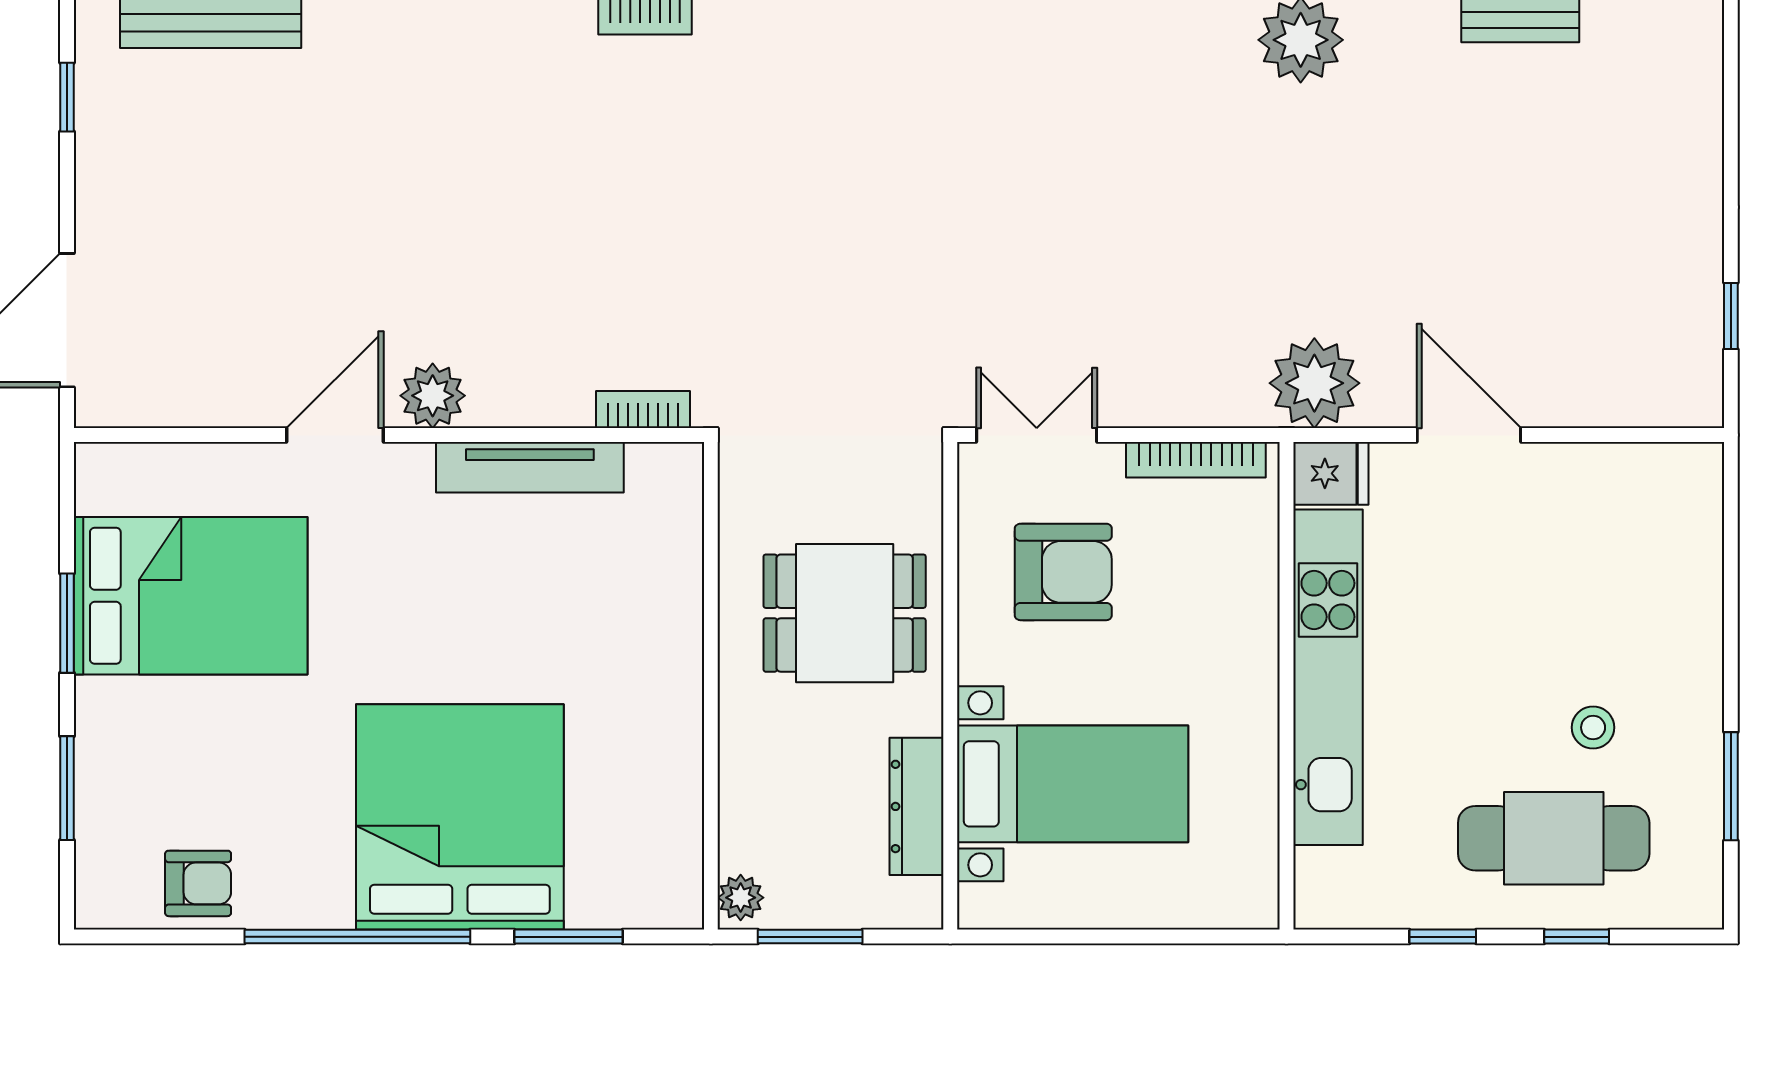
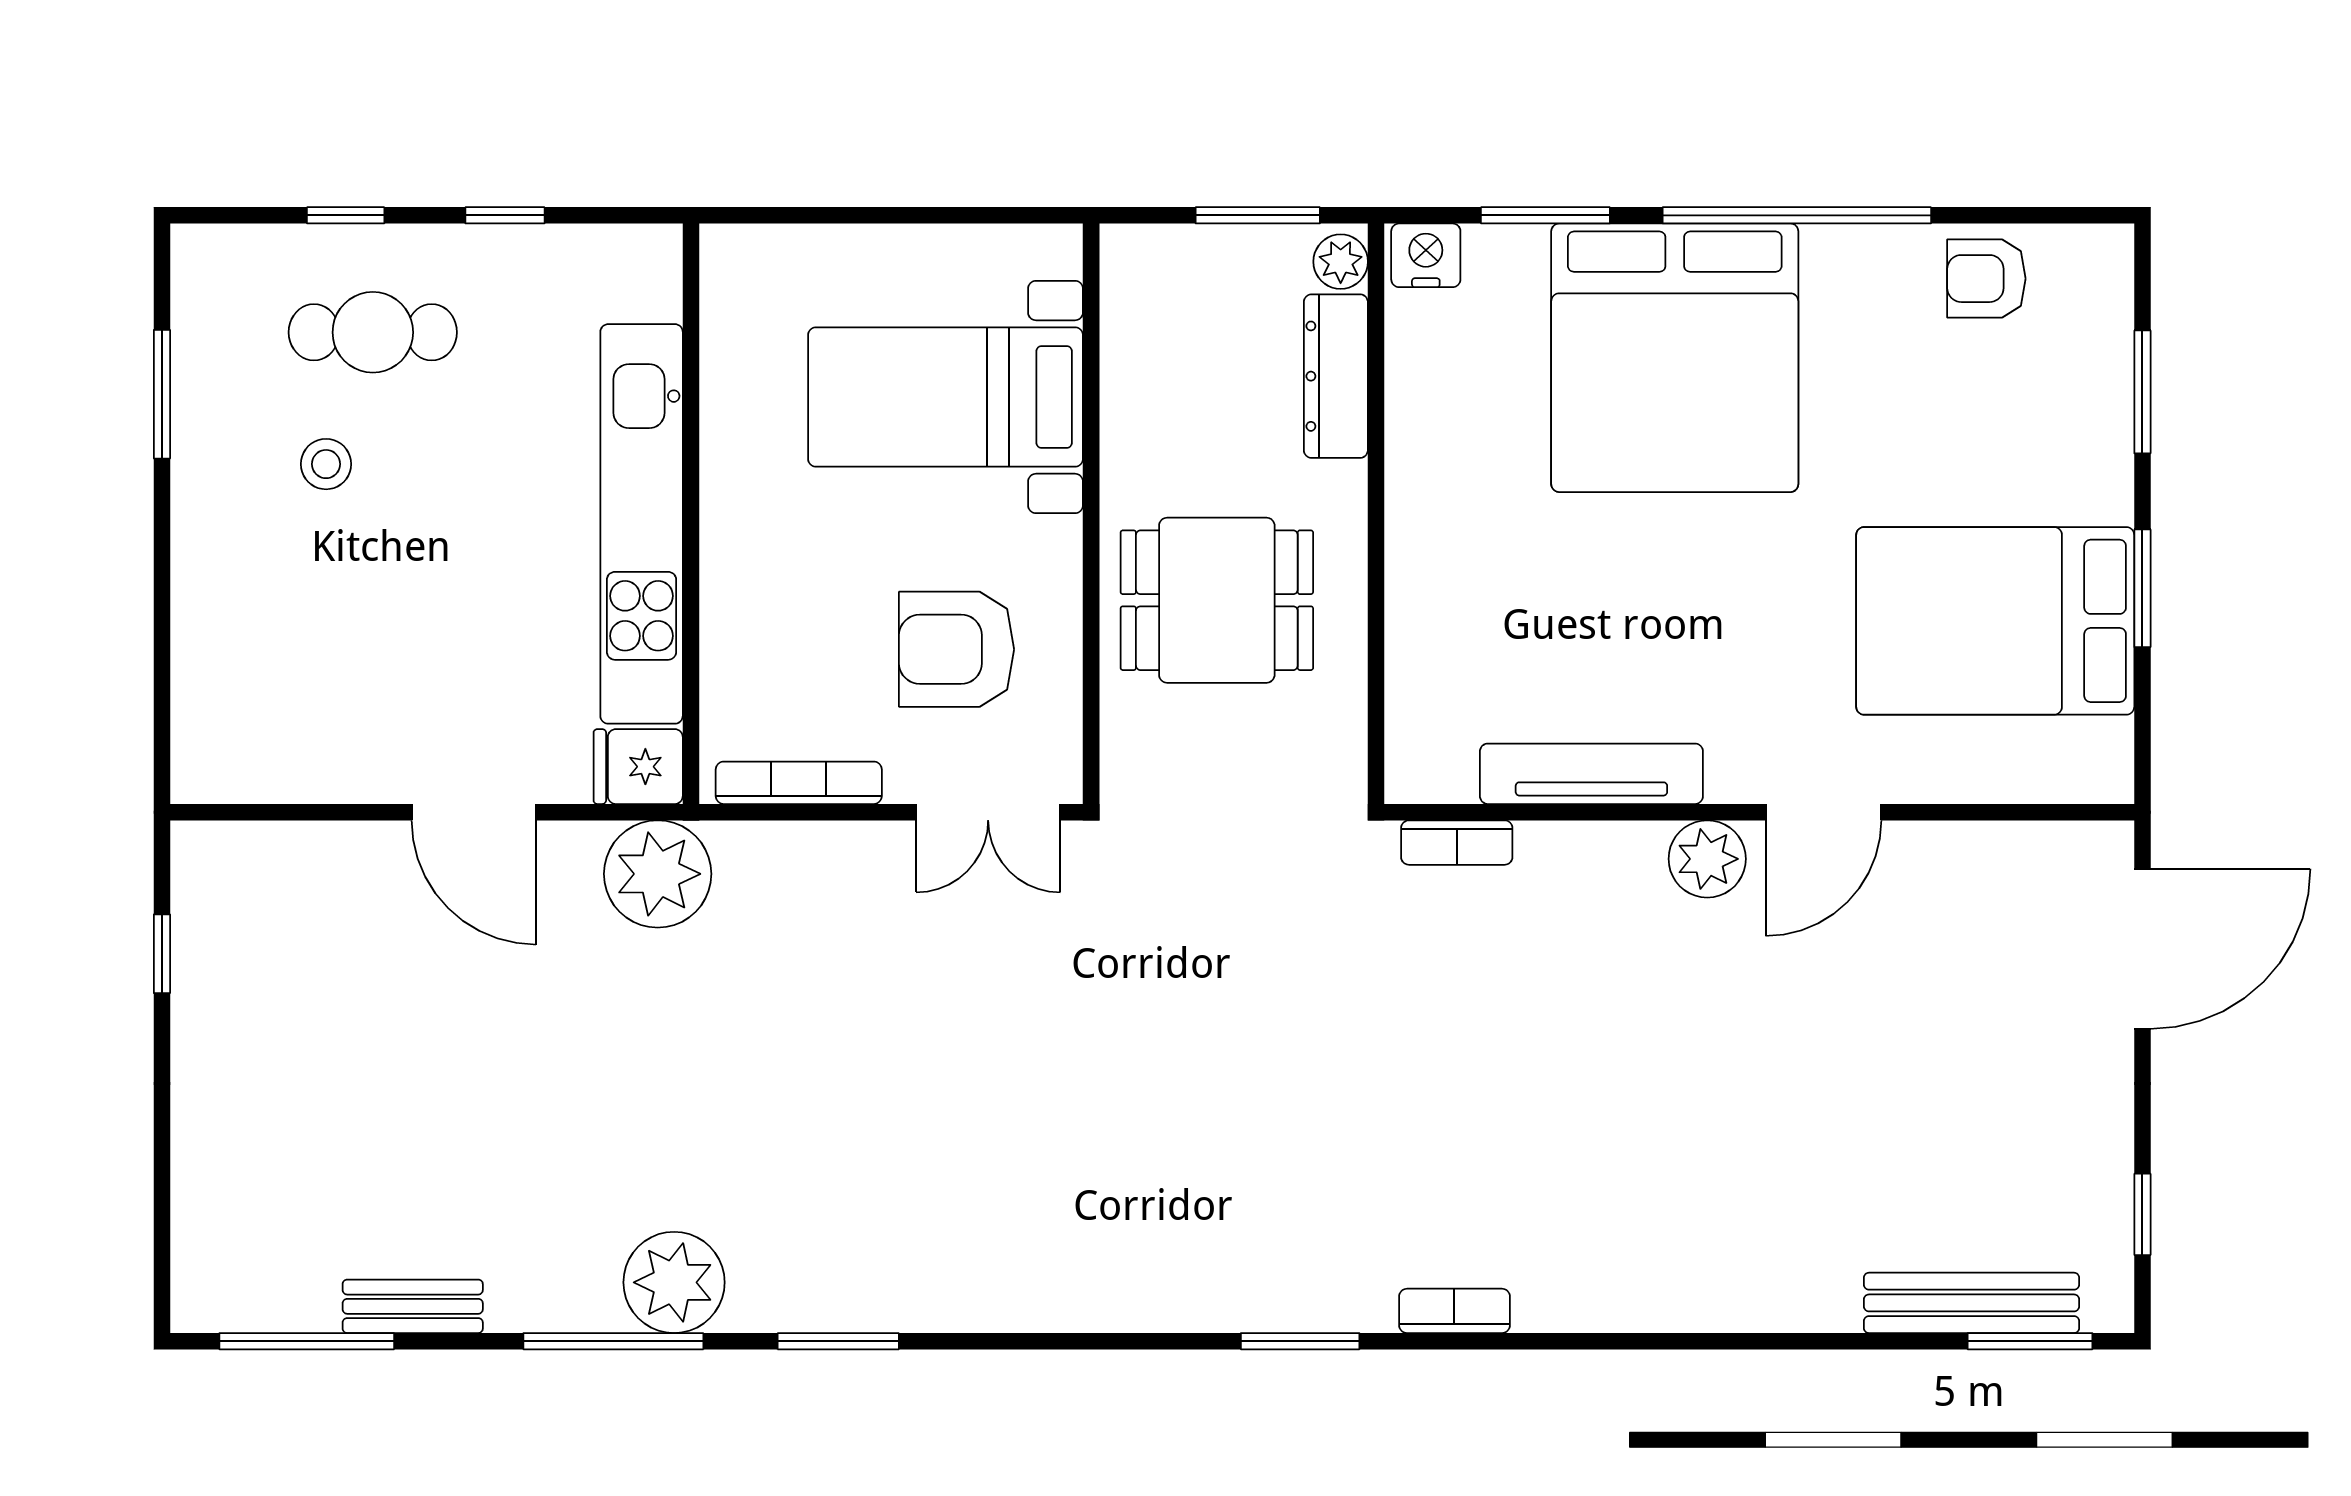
dresser: (916, 806) -> (1336, 376), moved, turned 180
cafe table: (1554, 838) -> (373, 332), width x0.73, depth x0.74
nightstand: (669, 903) -> (1426, 255), added

